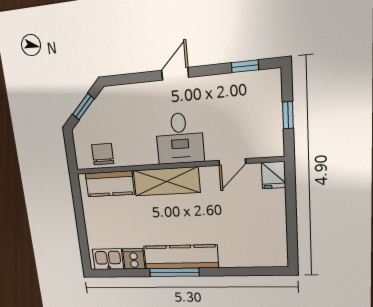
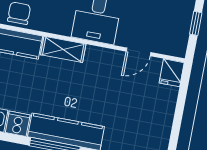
shelving: (166, 181) -> (63, 49), width x0.67, depth x0.75

